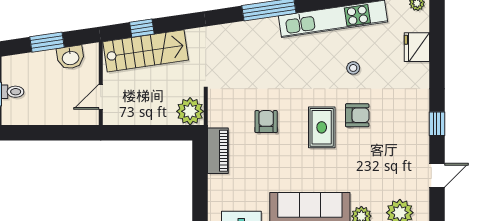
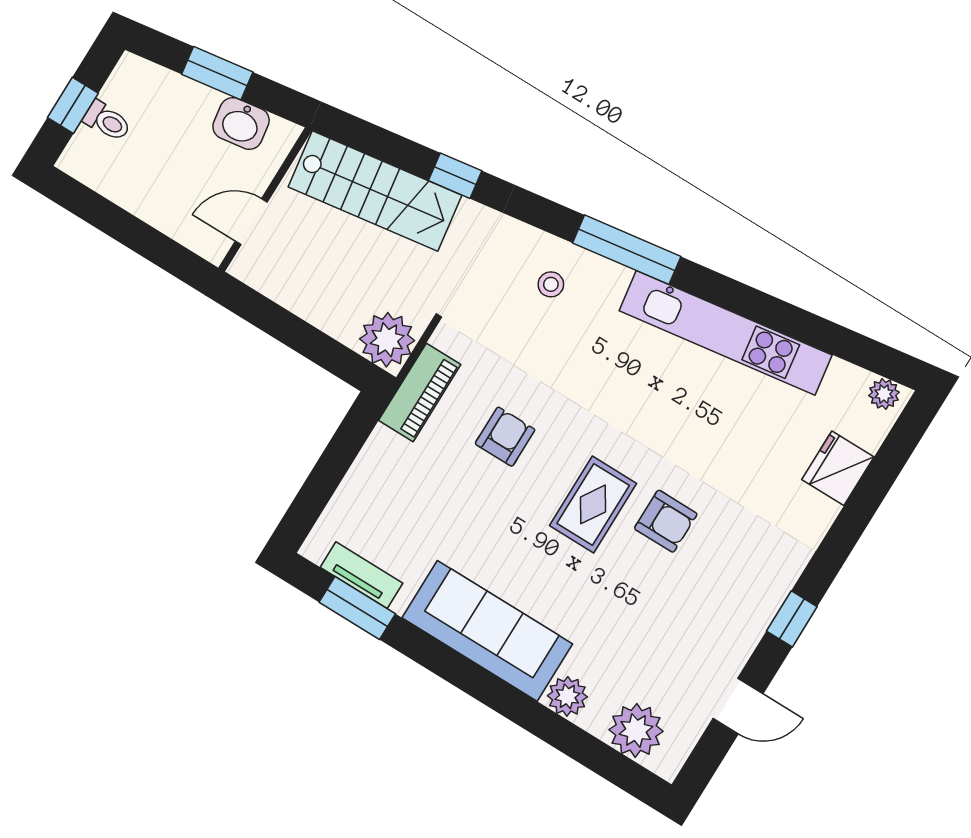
window: (142, 28) -> (455, 176), moved
stool: (353, 68) -> (551, 284), moved
piano: (218, 151) -> (420, 392), moved

